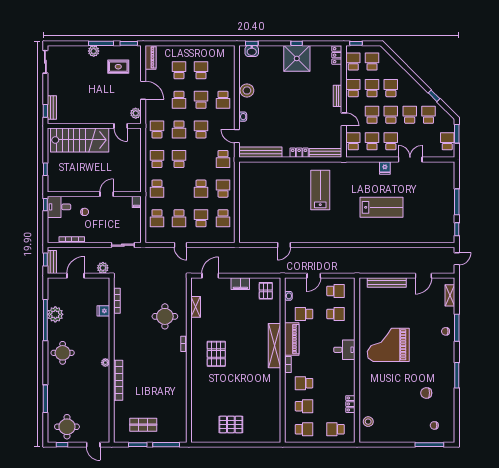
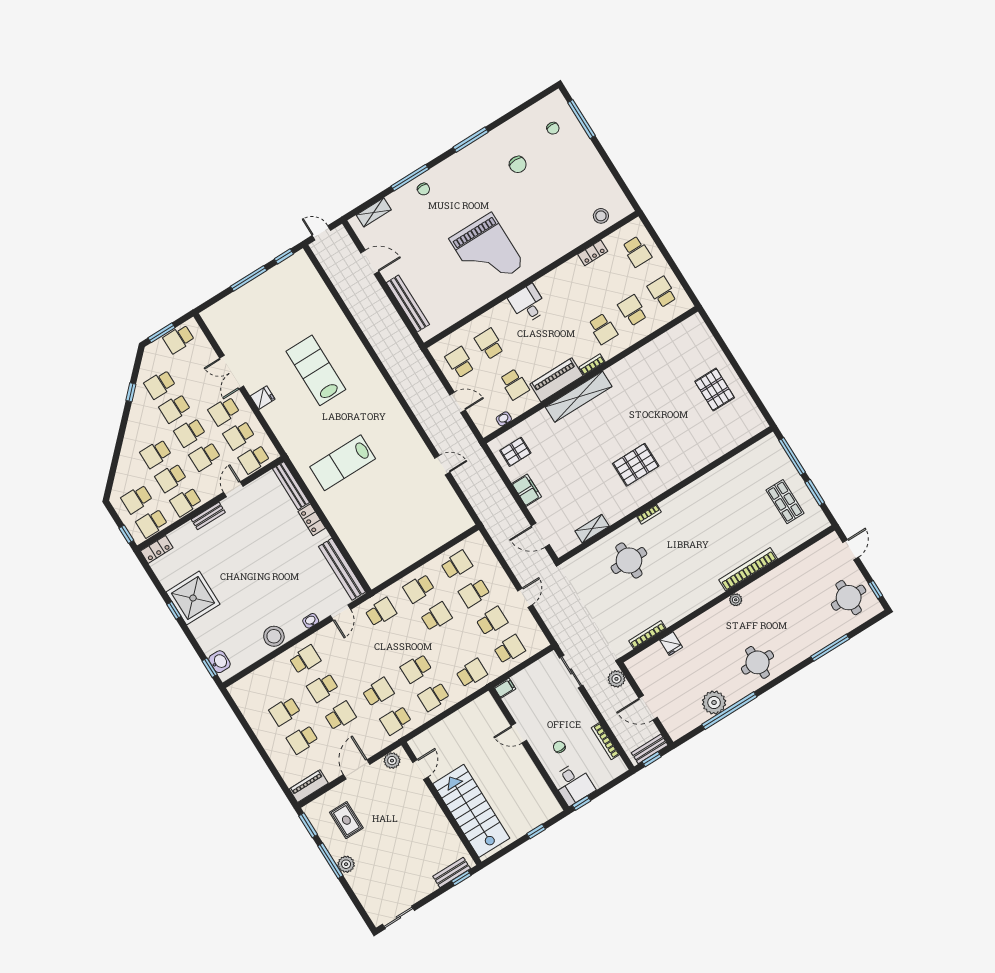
school desk: (201, 129) -> (361, 664), removed

